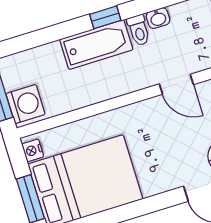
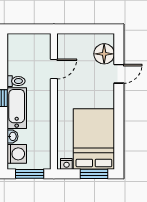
washbasin: (158, 18) -> (12, 136), moved
washing machine: (26, 104) -> (17, 154), moved, turned 90

